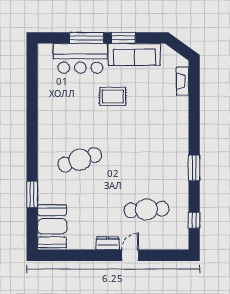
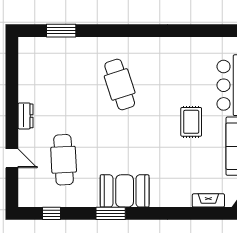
window: (32, 194) -> (61, 31), moved
booth: (52, 226) -> (125, 191), moved
door: (130, 255) -> (12, 158), moved

